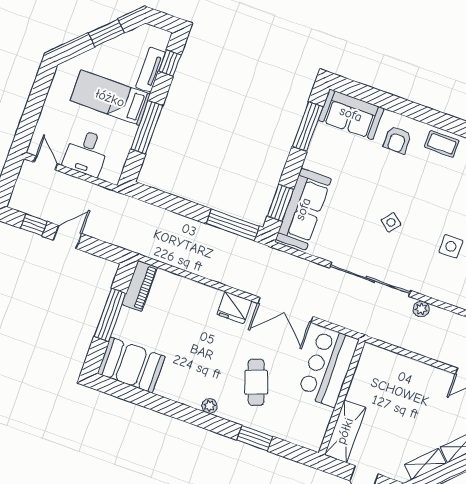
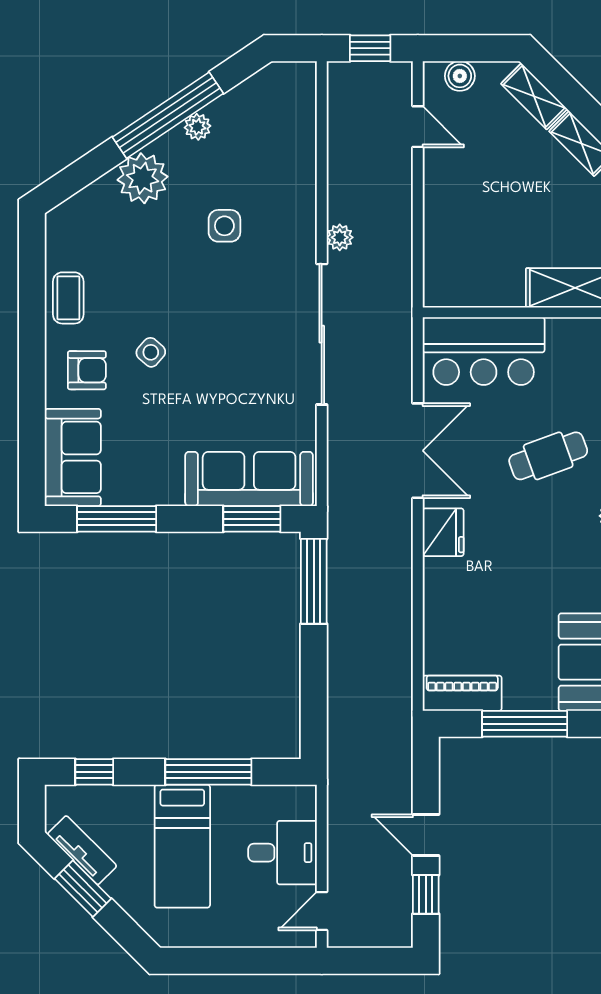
tv unit: (150, 70) -> (82, 850), moved, turned -135
side table: (391, 222) -> (151, 352), moved

